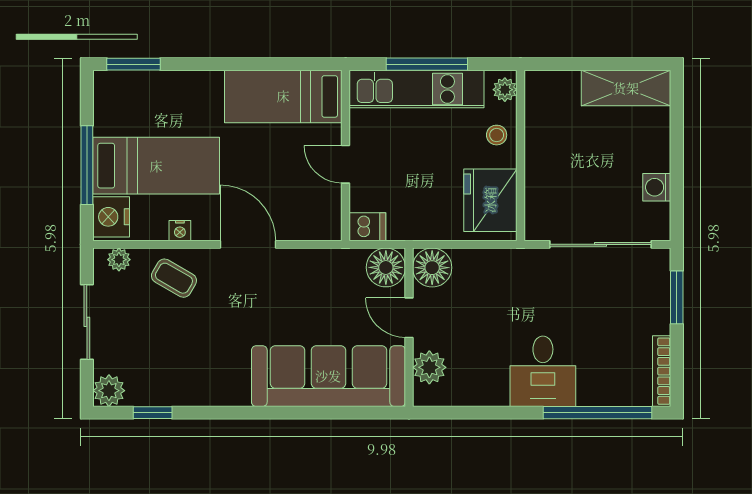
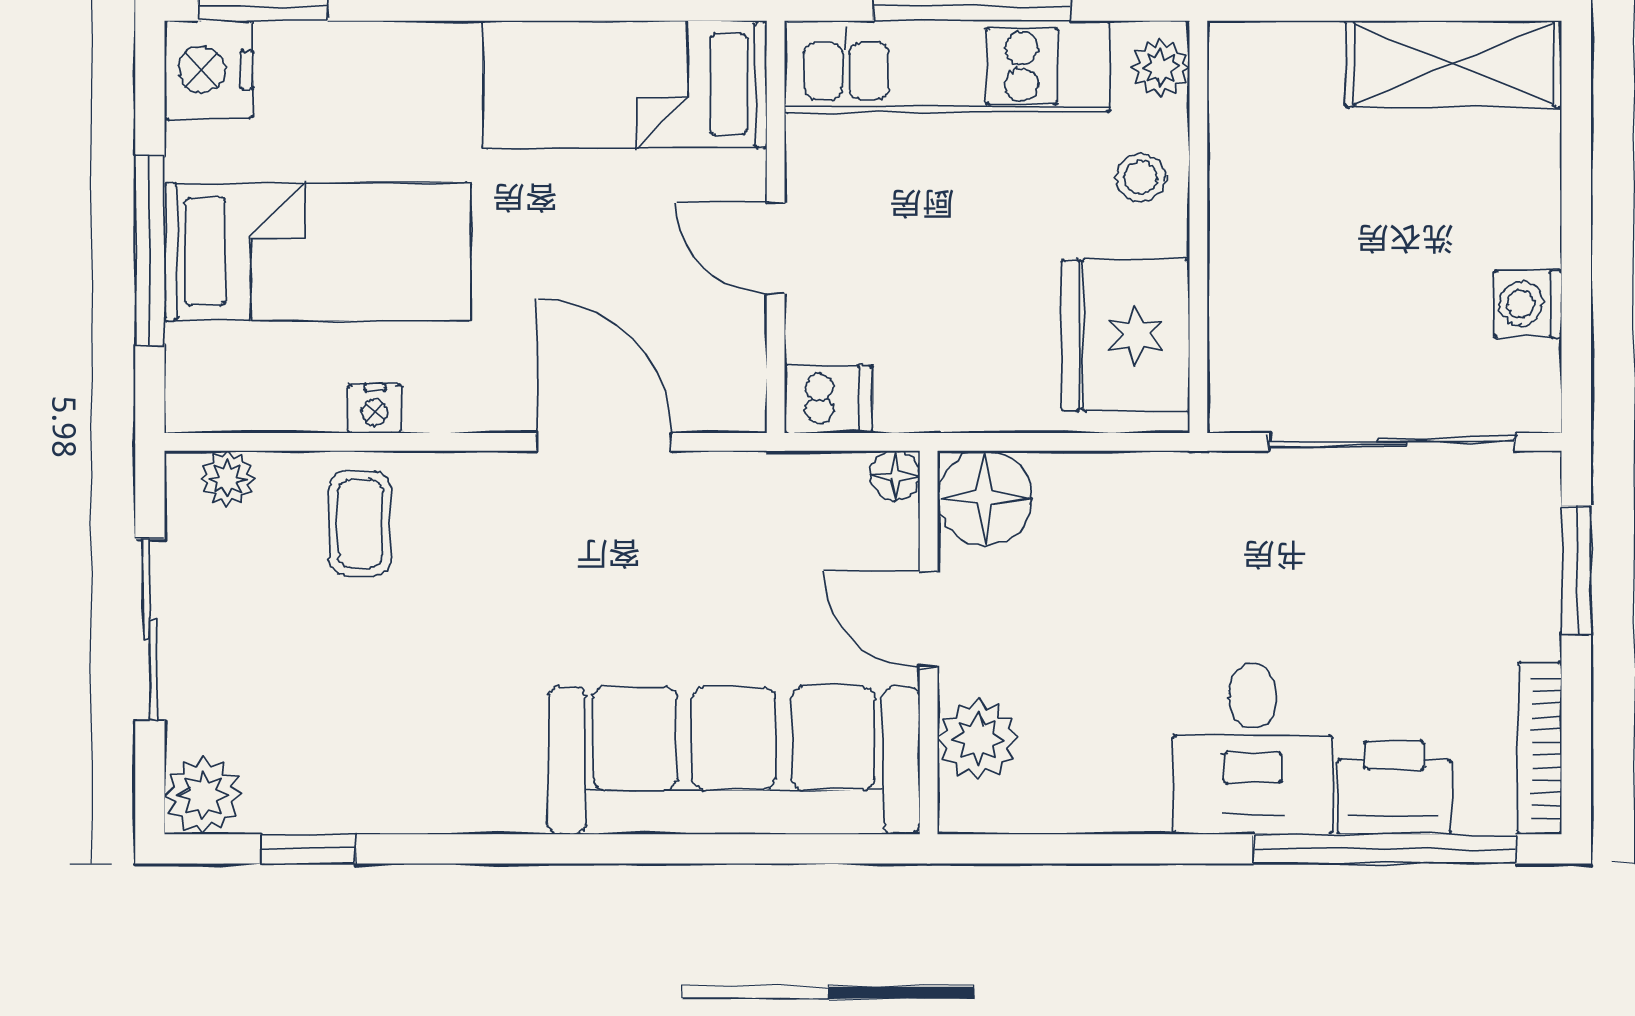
nightstand: (111, 217) -> (209, 70), moved
door: (248, 244) -> (604, 442), moved
floor lamp: (386, 267) -> (895, 476), width x0.53, depth x0.53
coffee table: (174, 278) -> (360, 524), turned 60
printer: (602, 387) -> (1394, 788), added

